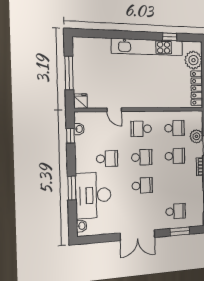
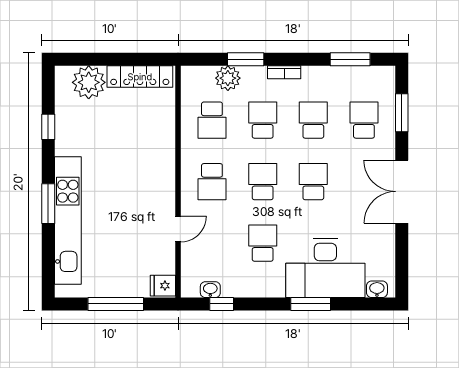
window: (127, 35) -> (48, 204), added
kitchen unit: (148, 47) -> (68, 221), moved
school desk: (174, 128) -> (212, 120), turned 180
school desk: (175, 184) -> (313, 120), added
double door: (138, 235) -> (402, 192), swing flipped

